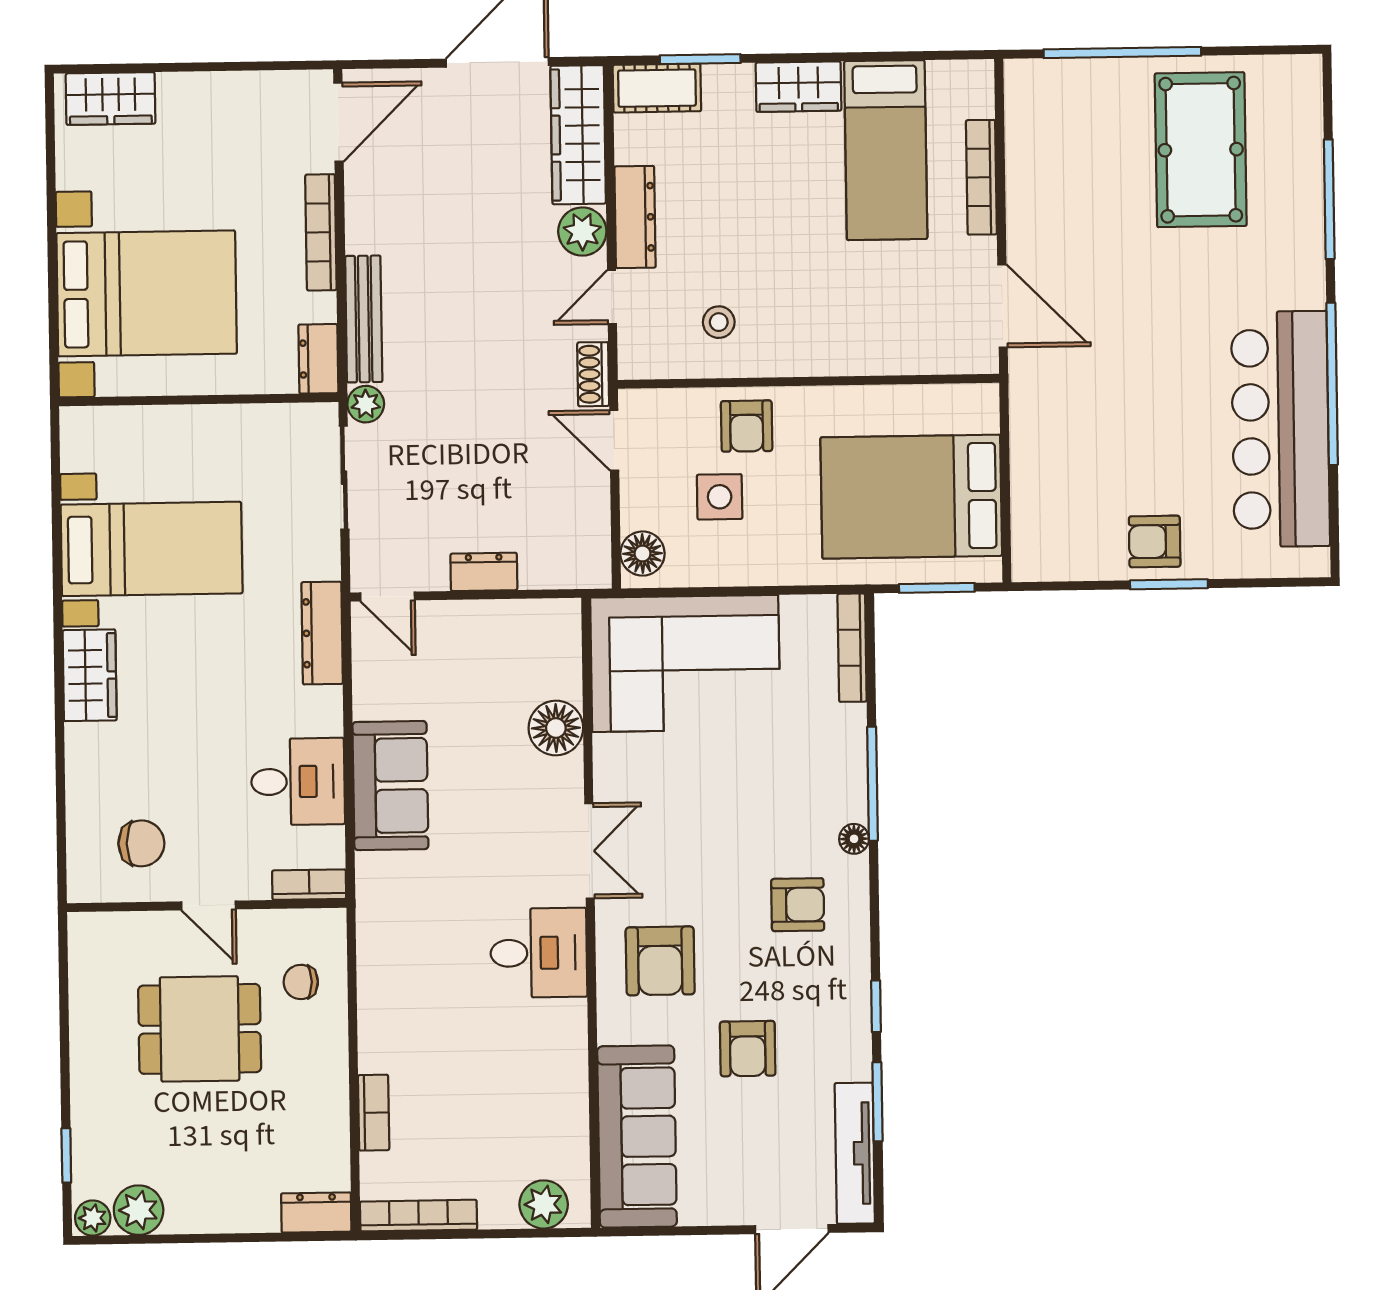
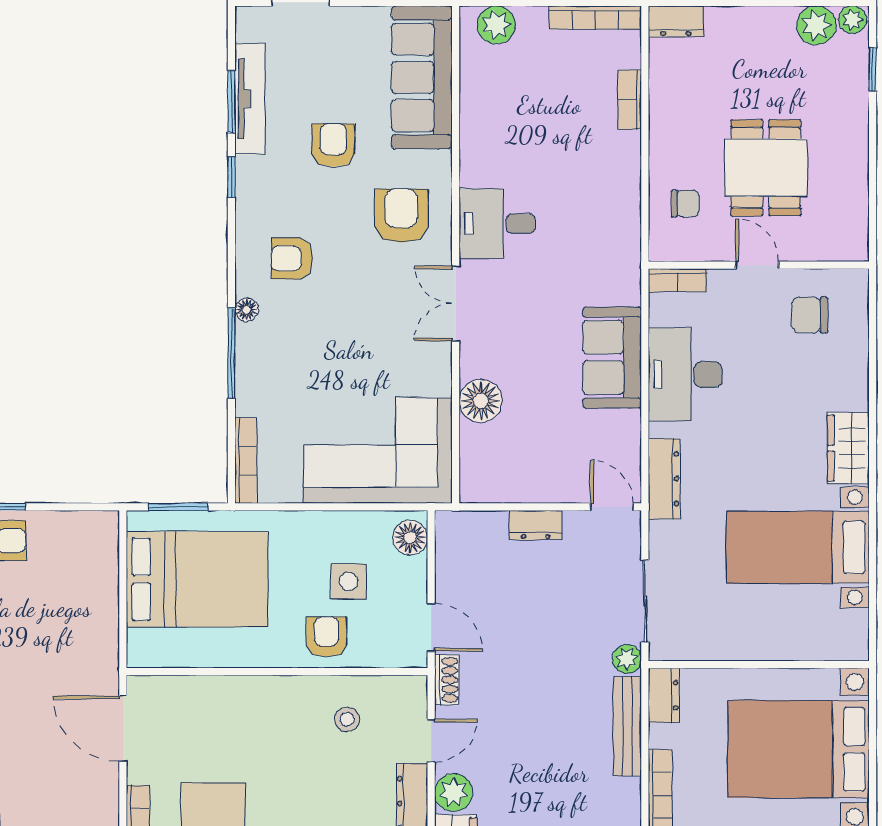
desk: (298, 782) -> (685, 374), width x1.37
dining table: (200, 1029) -> (766, 168), turned 90
tv unit: (855, 1153) -> (250, 99), moved

